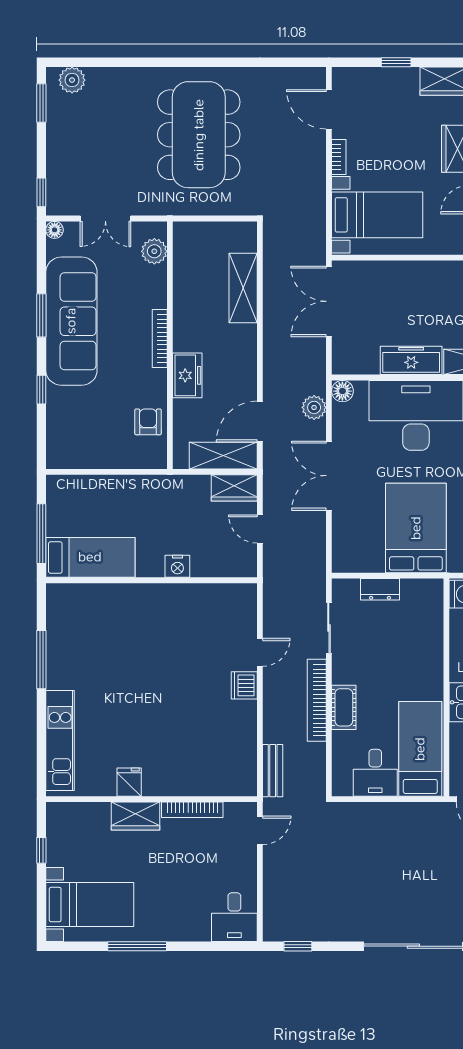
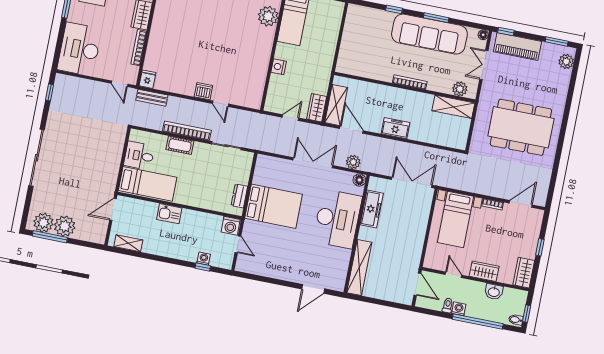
piano: (63, 168) -> (517, 47), added
shelving: (243, 288) -> (453, 107), moved
freezer: (411, 360) -> (372, 209), moved
freezer: (187, 375) -> (395, 128), moved, turned 180
armchair: (148, 422) -> (364, 66), removed
dresser: (380, 589) -> (239, 196), moved
plant: (95, 601) -> (268, 16), added
fridge: (129, 782) -> (147, 79), moved, turned -90
desk: (234, 917) -> (80, 49), width x1.87, depth x1.30

